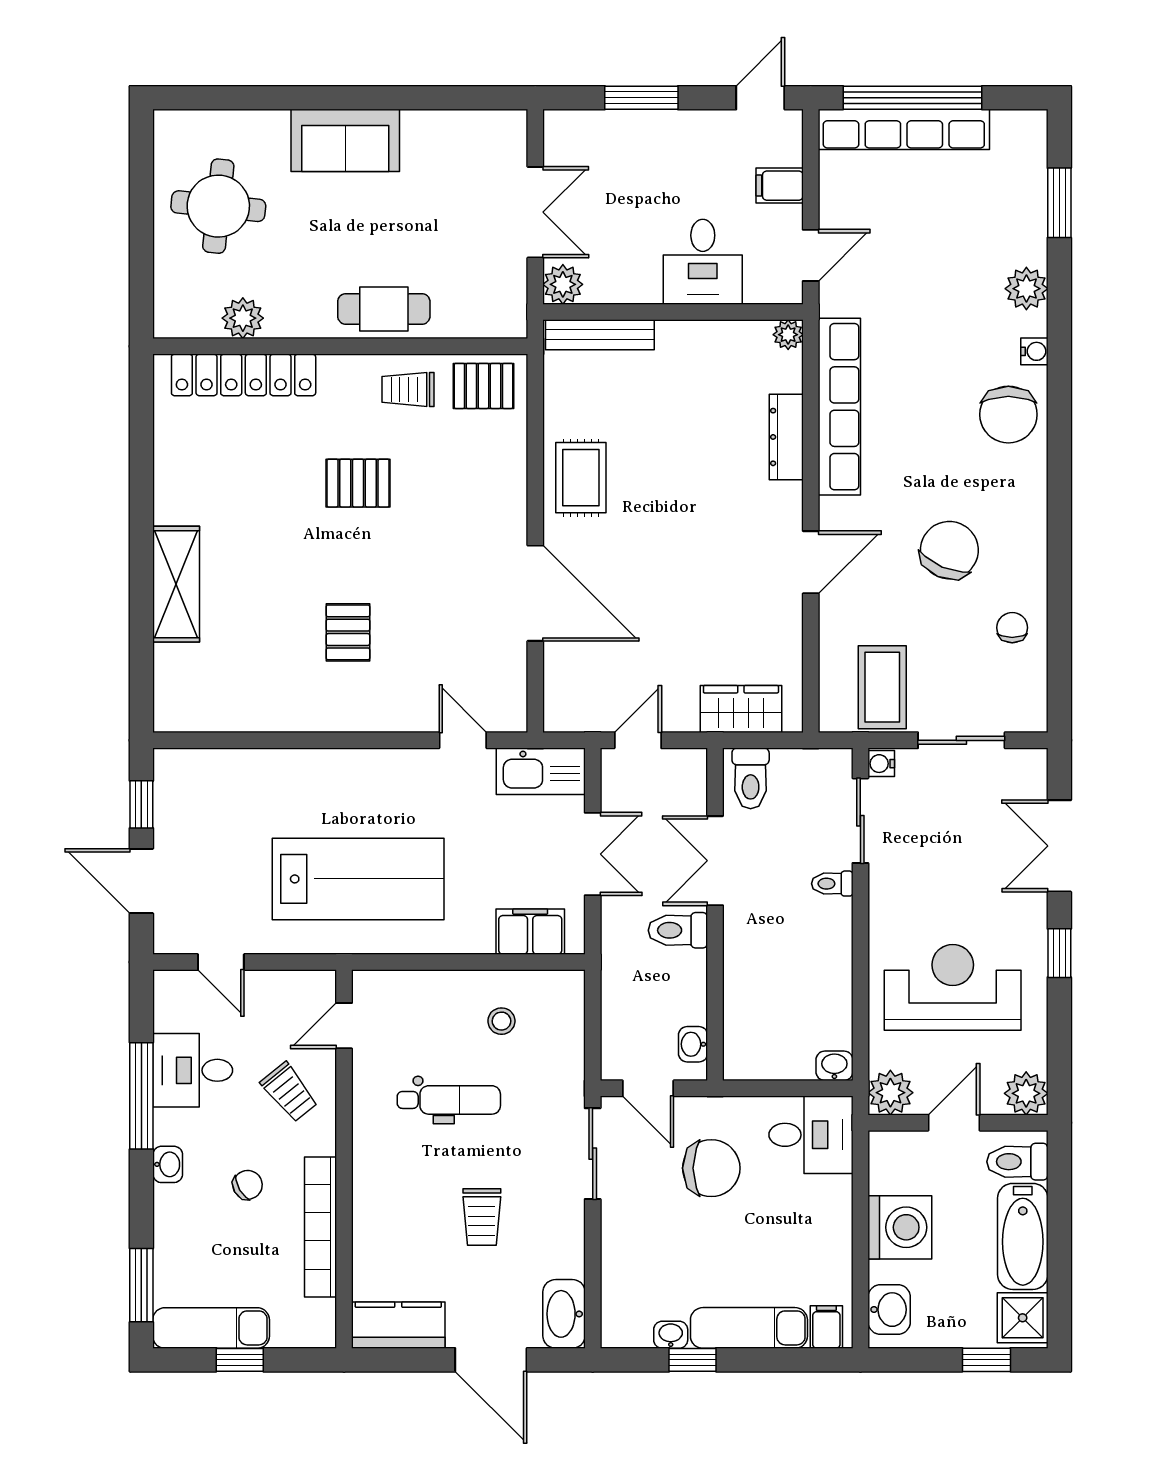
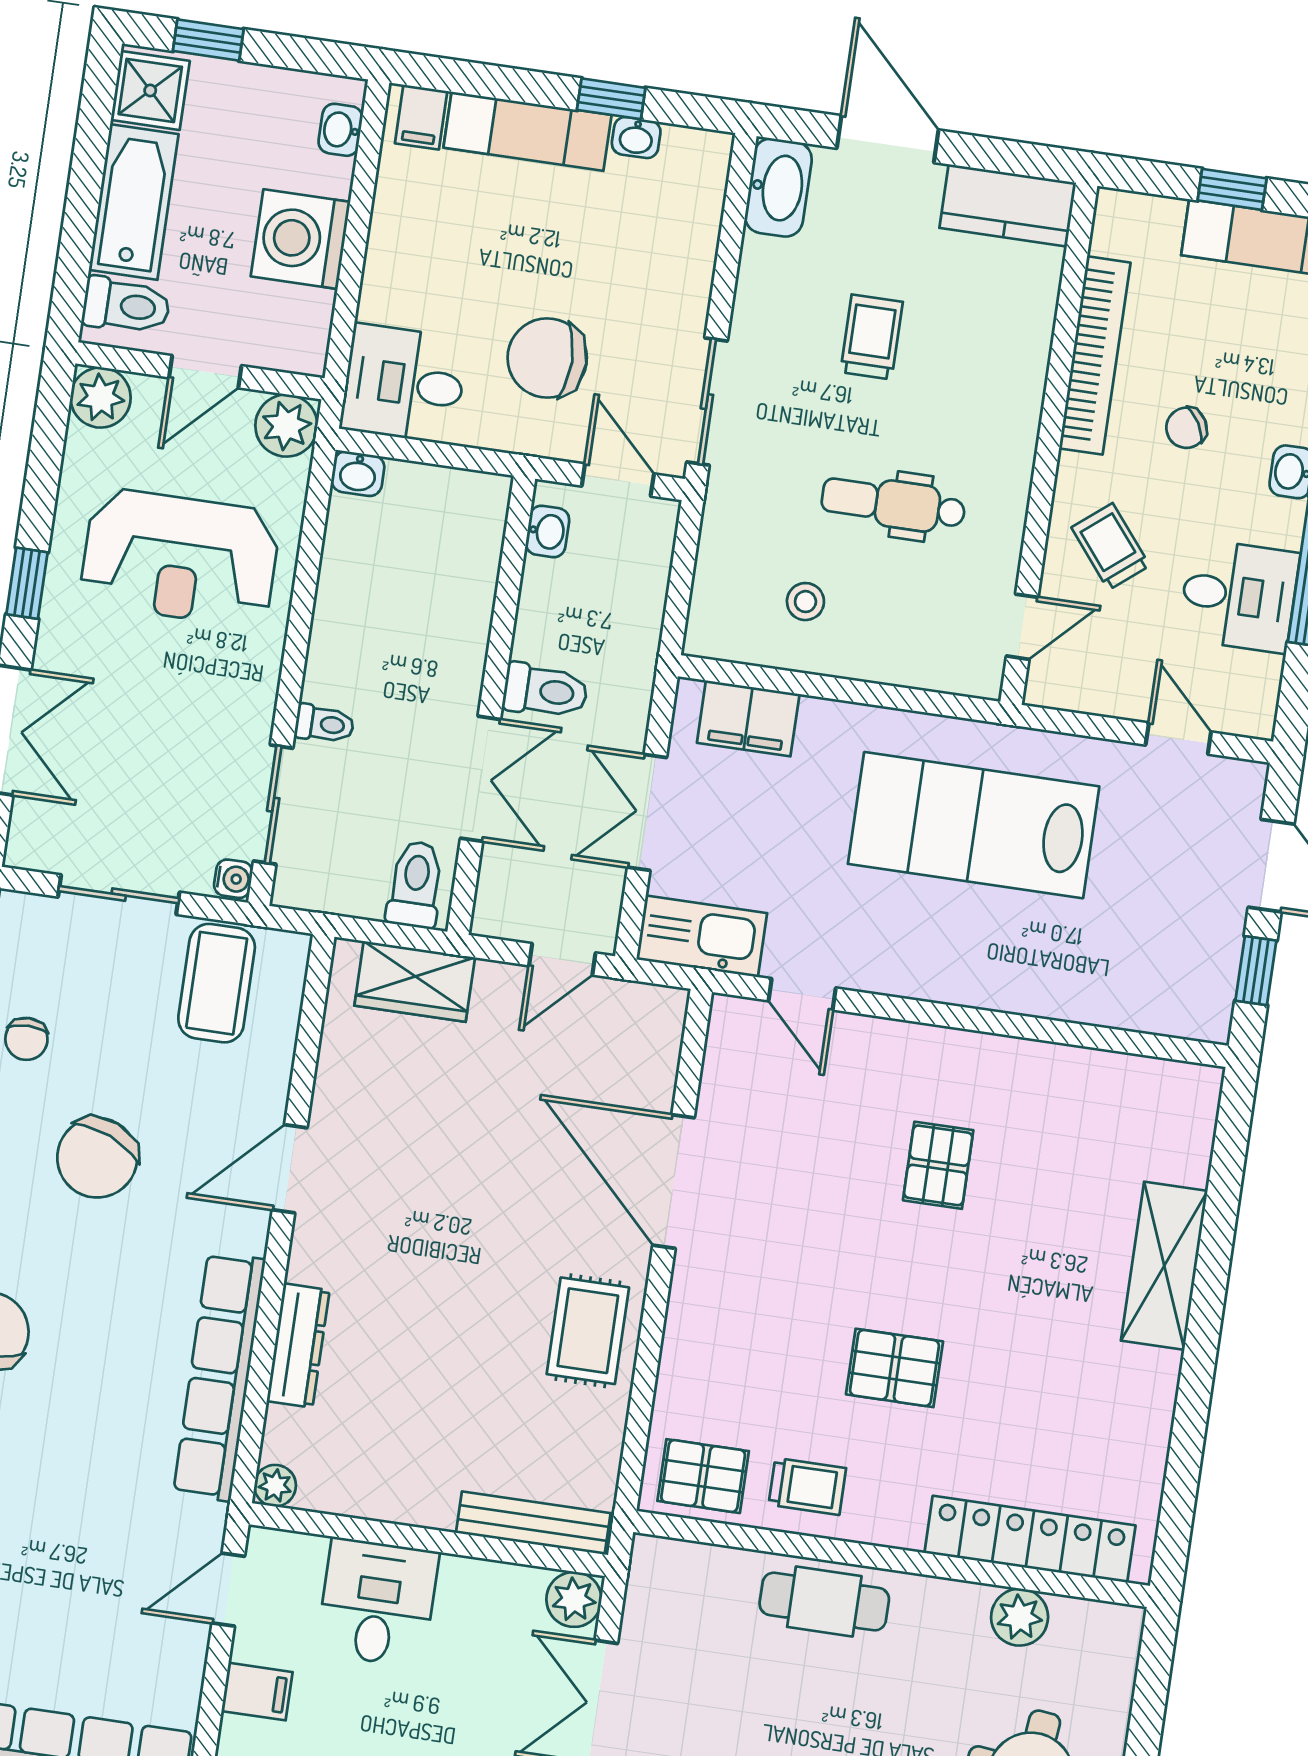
washbasin: (889, 1310) -> (341, 130), width x0.72, depth x0.69

